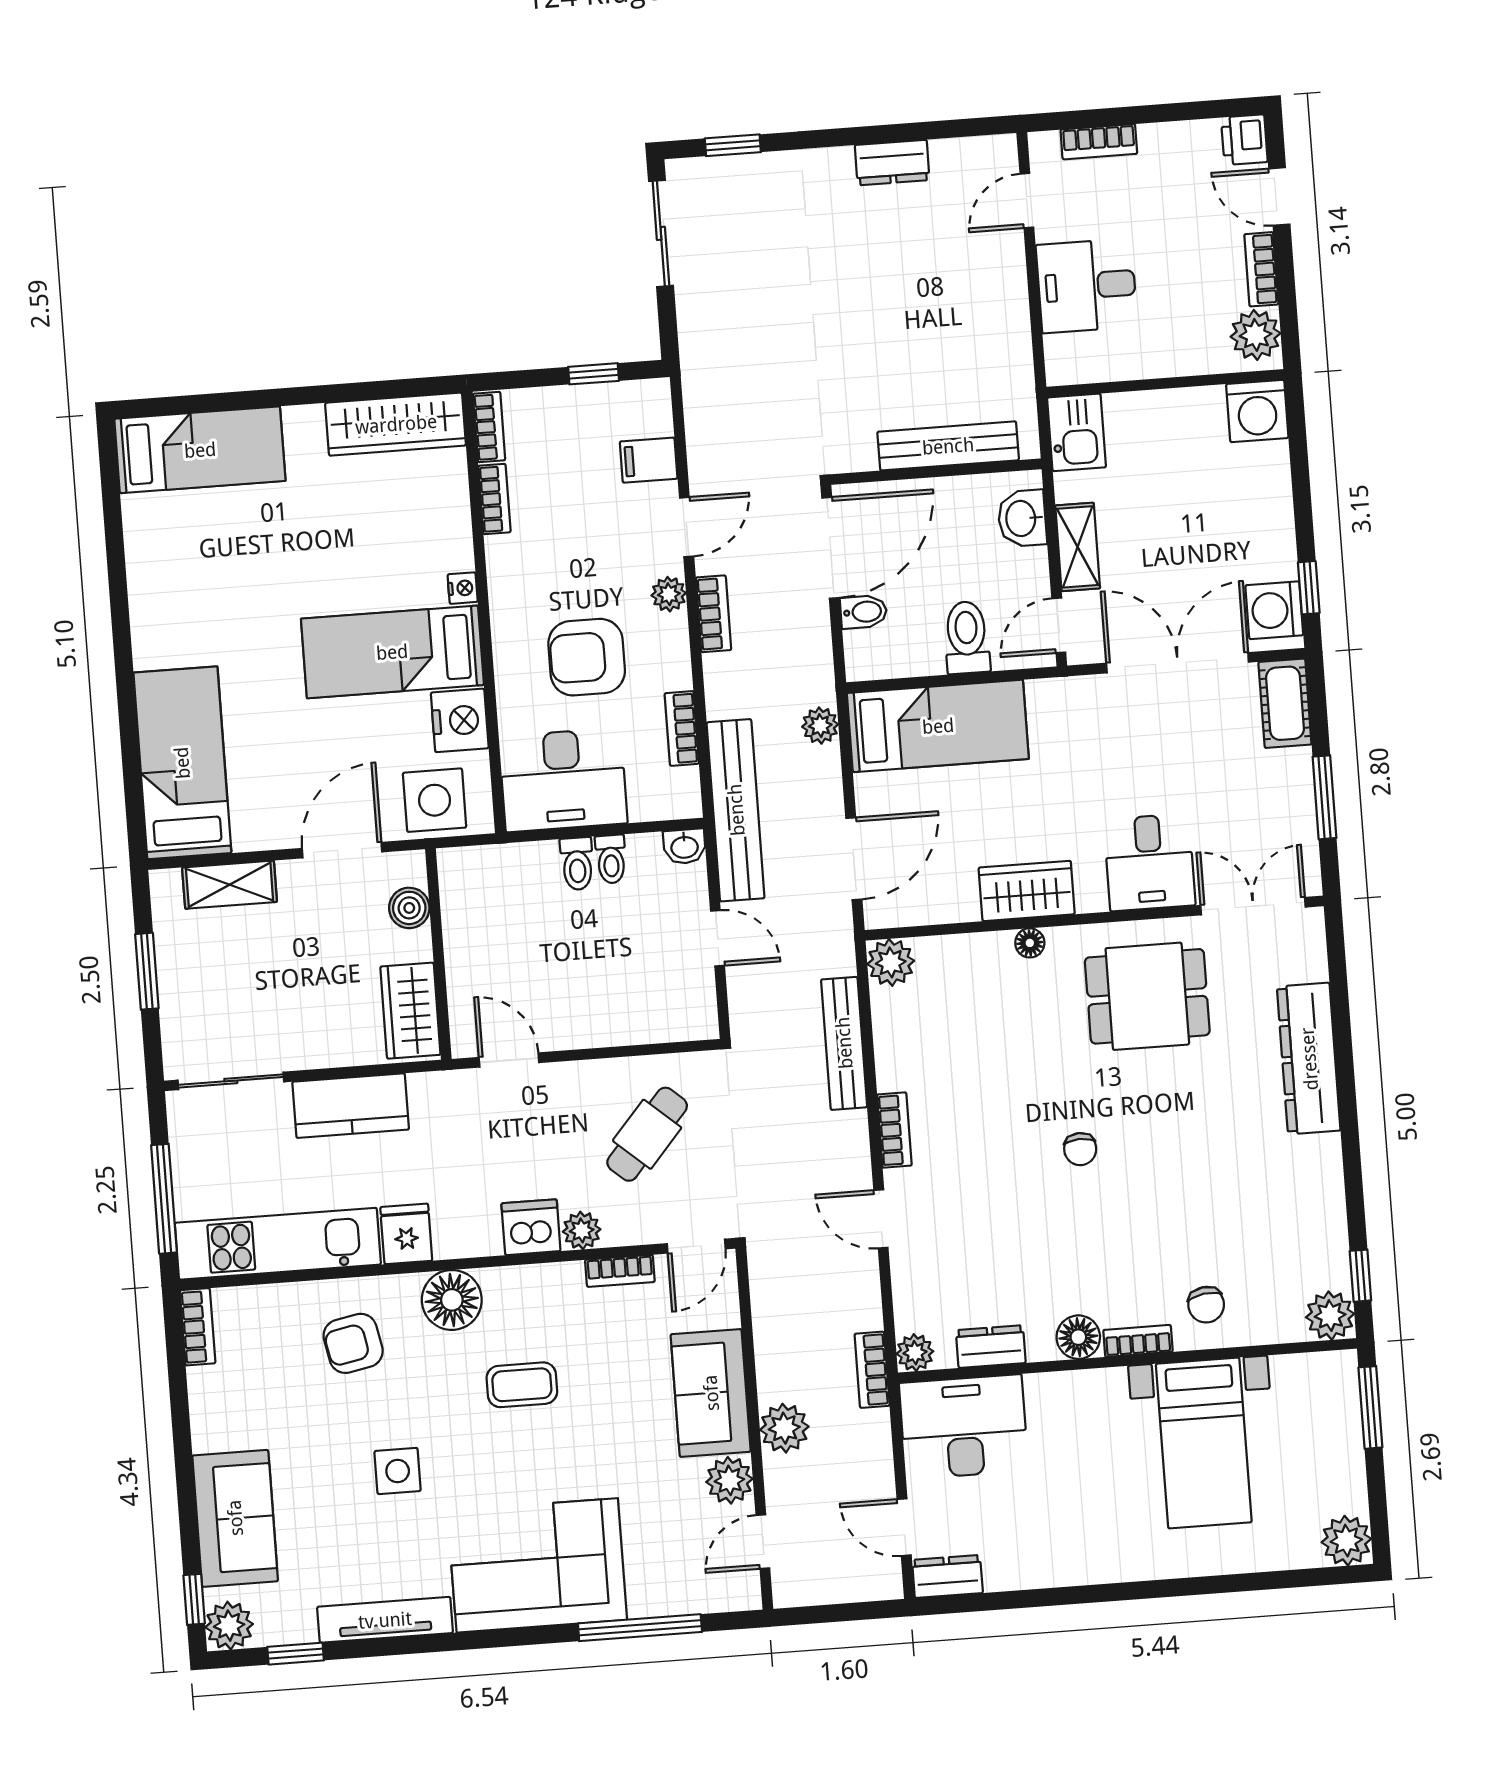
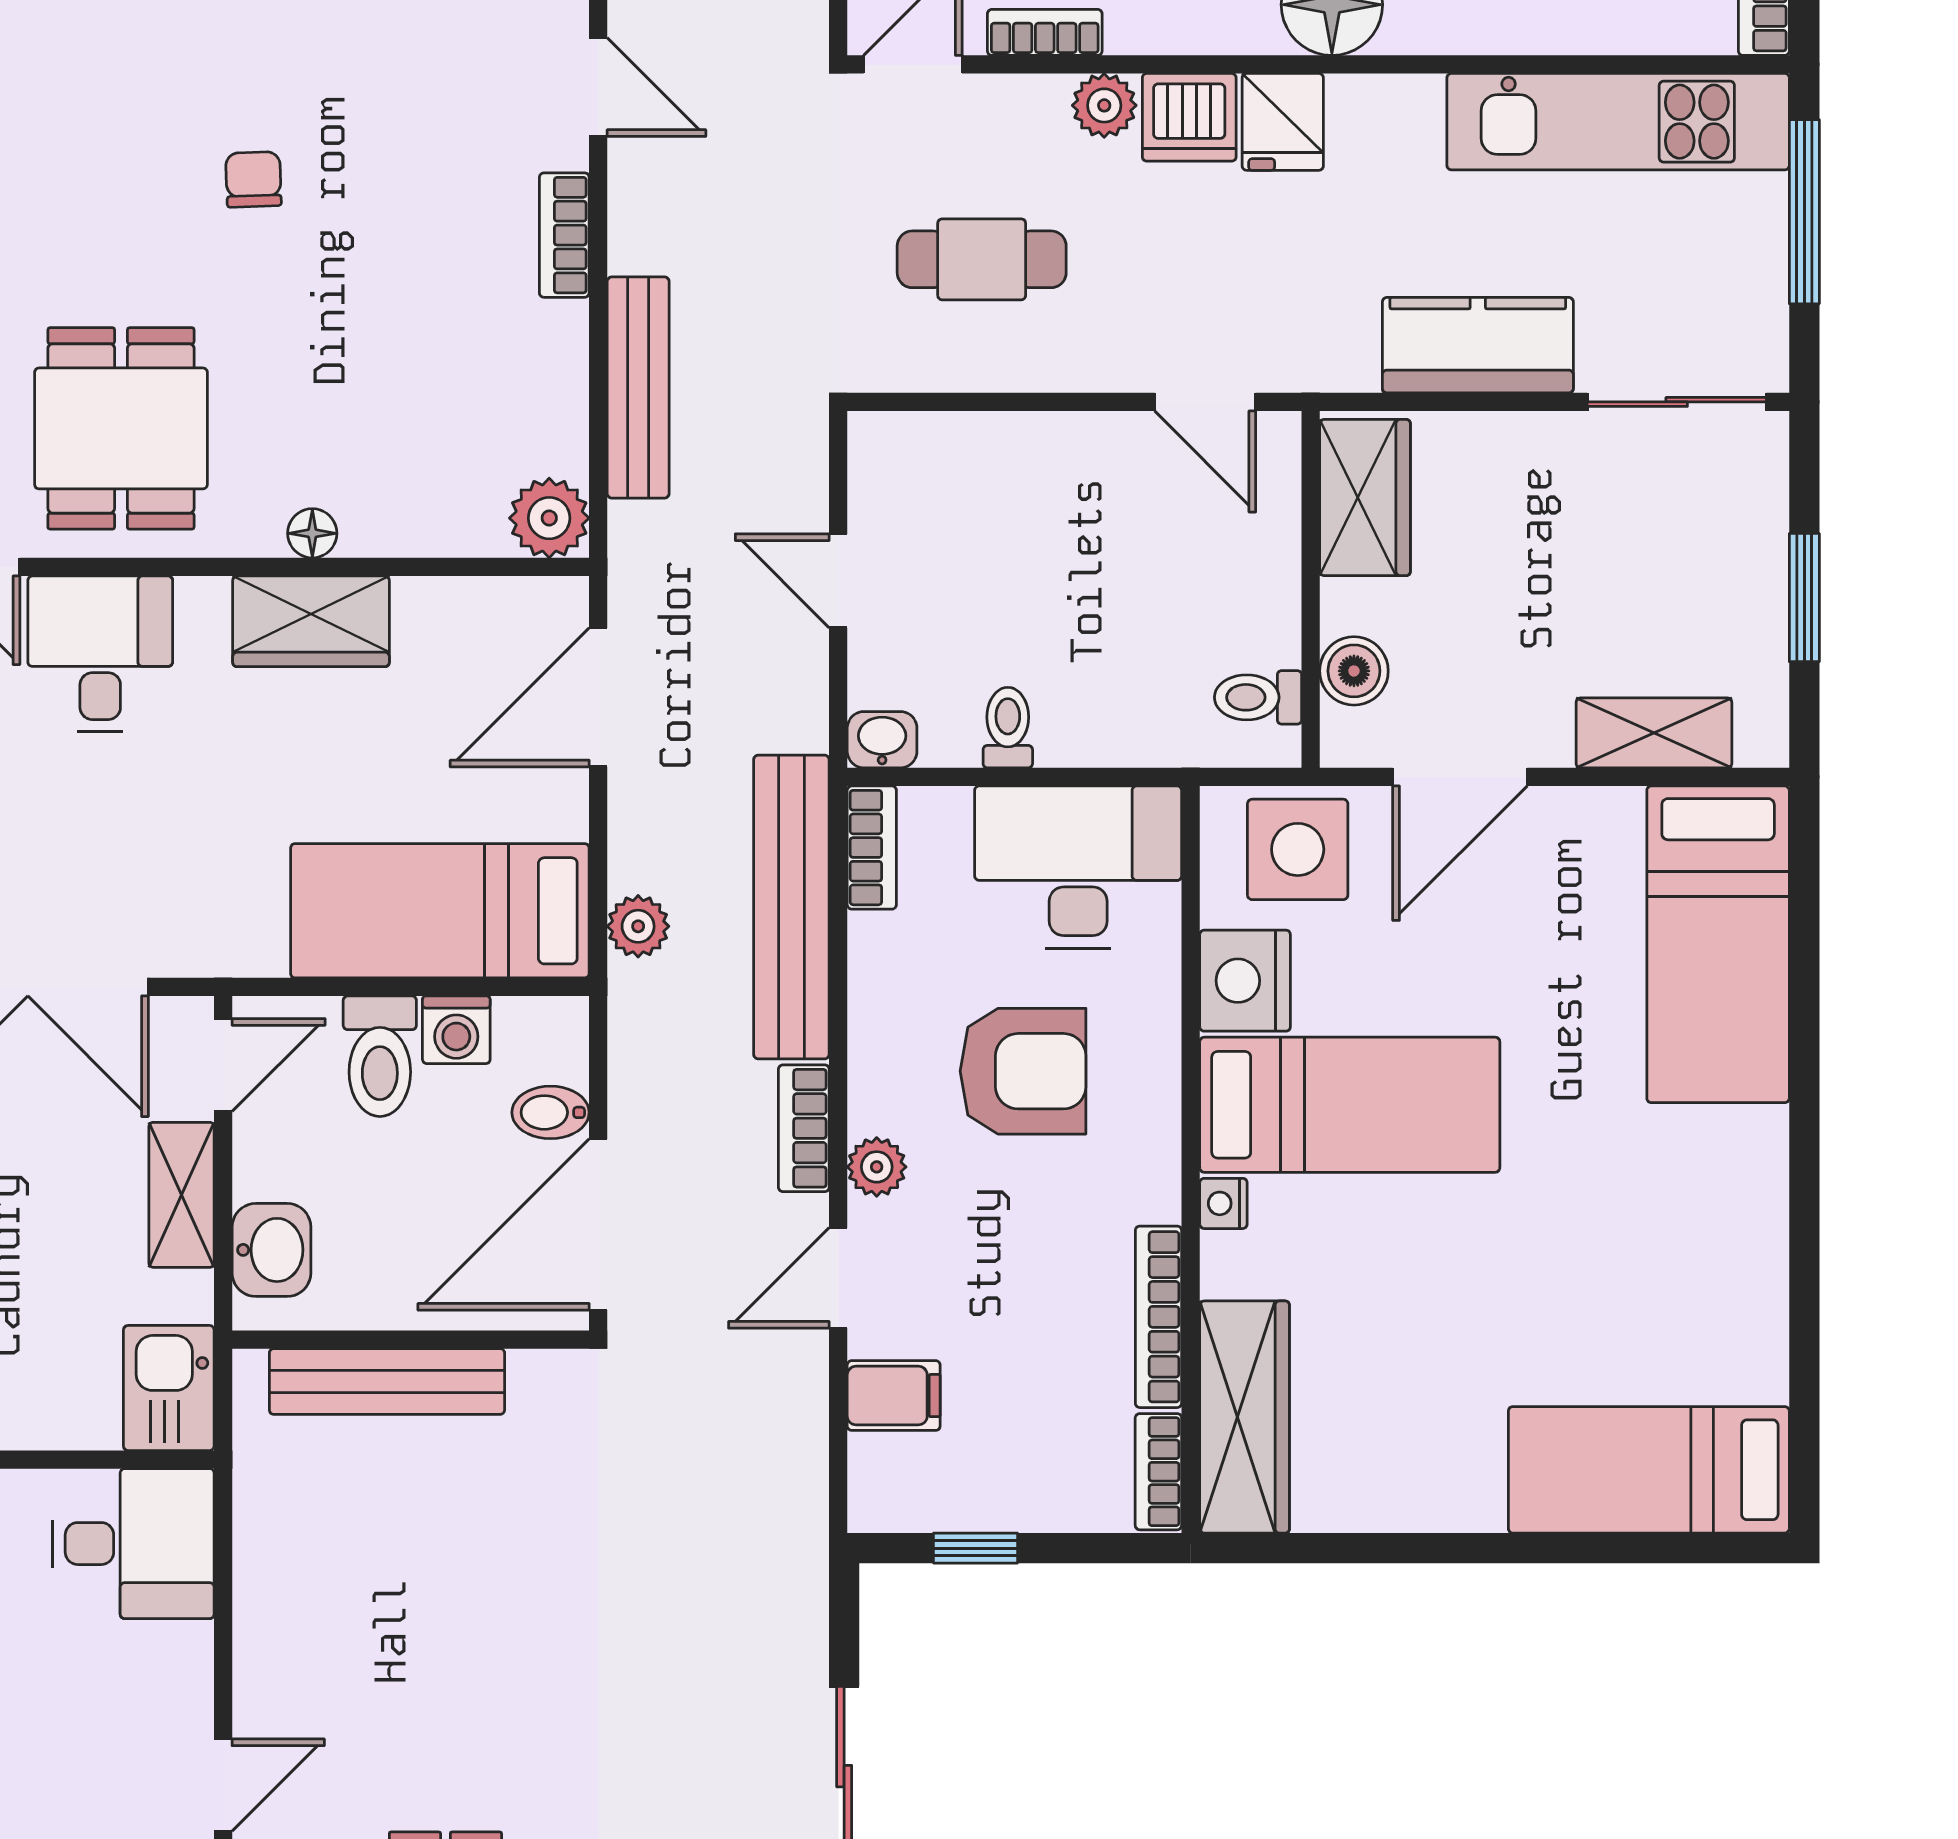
desk: (1087, 286) -> (133, 1544), moved
wardrobe: (396, 424) -> (1245, 1417), moved, turned 90
bookcase: (494, 499) -> (1158, 1317), width x1.56
washing machine: (923, 656) -> (456, 1030), added
bookcase: (682, 728) -> (872, 848), moved
bench: (736, 810) -> (791, 907), moved
toilet: (577, 864) -> (1258, 697), moved, turned -90
dining table: (1147, 996) -> (121, 428), turned 90
cafe table: (647, 1134) -> (982, 259), turned 49
fridge: (406, 1234) -> (1283, 122), moved

